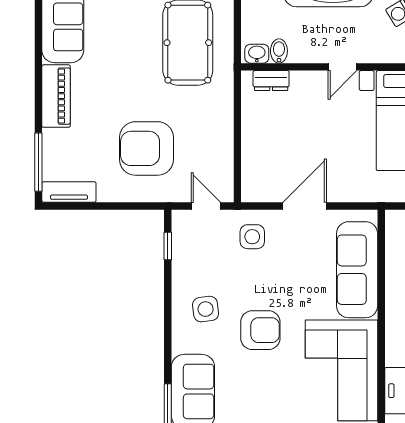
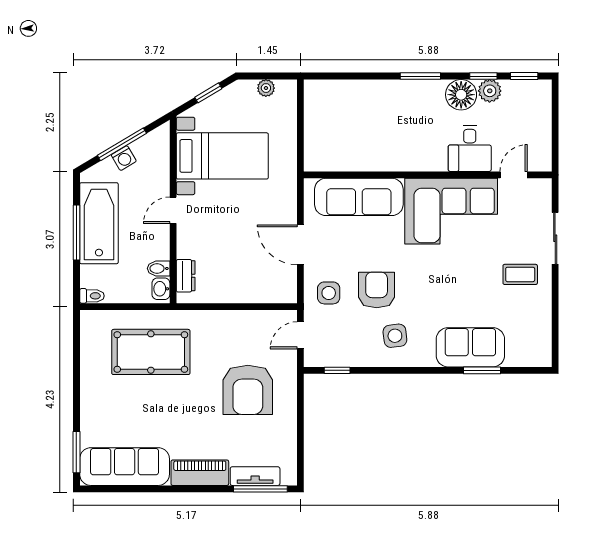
door: (342, 67) -> (173, 210), swing flipped
tv unit: (69, 192) -> (255, 476), moved, turned 90
armchair: (260, 330) -> (377, 290), moved

